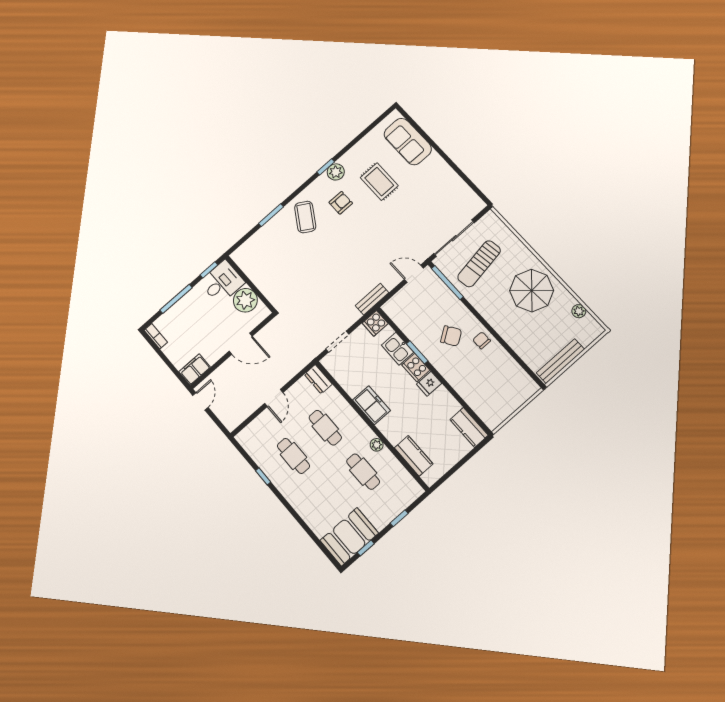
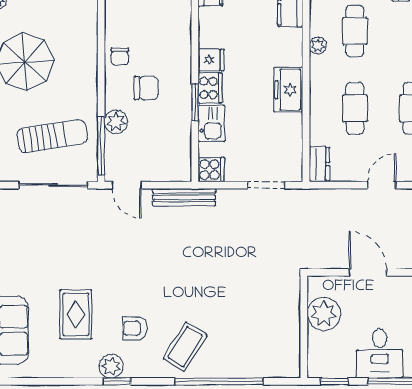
window: (271, 215) -> (219, 381), width x2.11
desk: (222, 282) -> (380, 353), moved, turned -90
bench: (372, 299) -> (184, 197), width x1.36
plant: (451, 303) -> (116, 122), added
chair: (451, 336) -> (146, 88), turned 124

